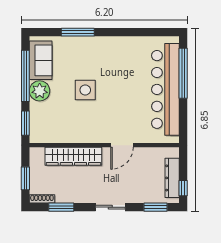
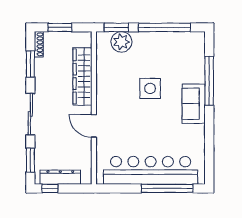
window: (78, 32) -> (209, 81), width x1.46
sofa: (41, 60) -> (194, 104), moved, turned 90
plant: (40, 91) -> (121, 42), moved
sliding door: (110, 207) -> (30, 114), width x1.37

